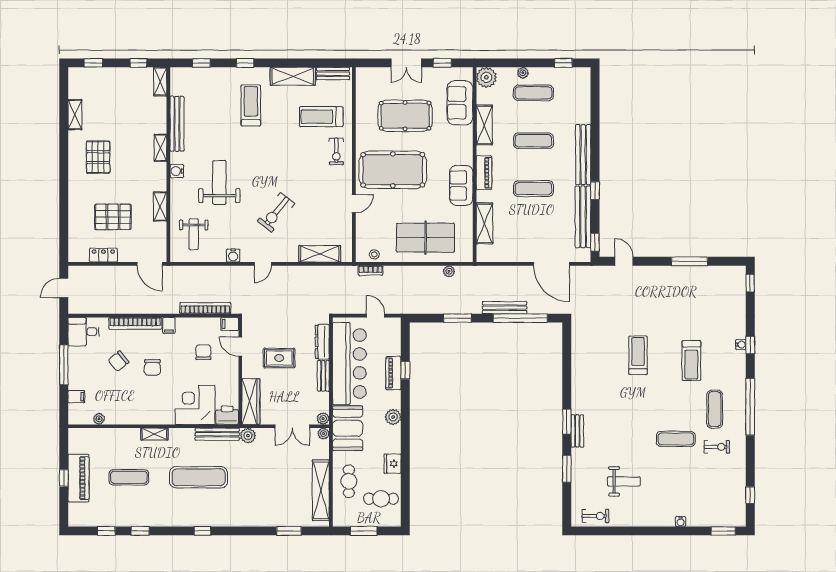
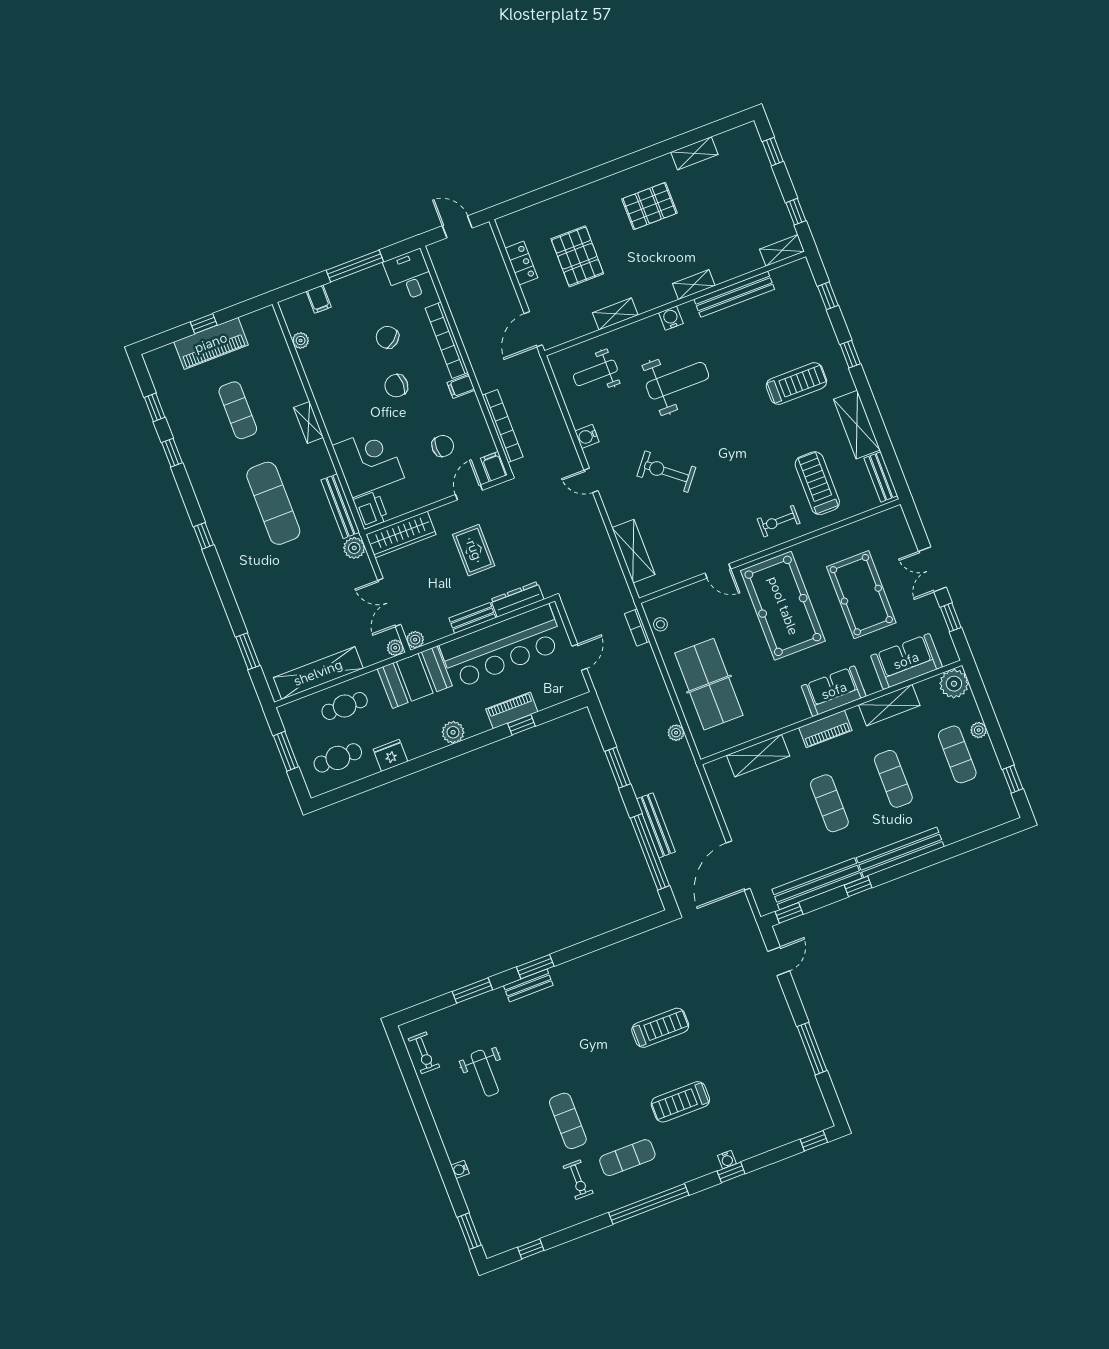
sofa: (461, 185) -> (834, 691), moved
cafe table: (381, 499) -> (338, 758), turned 90

